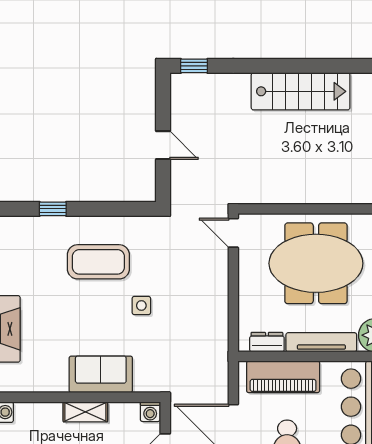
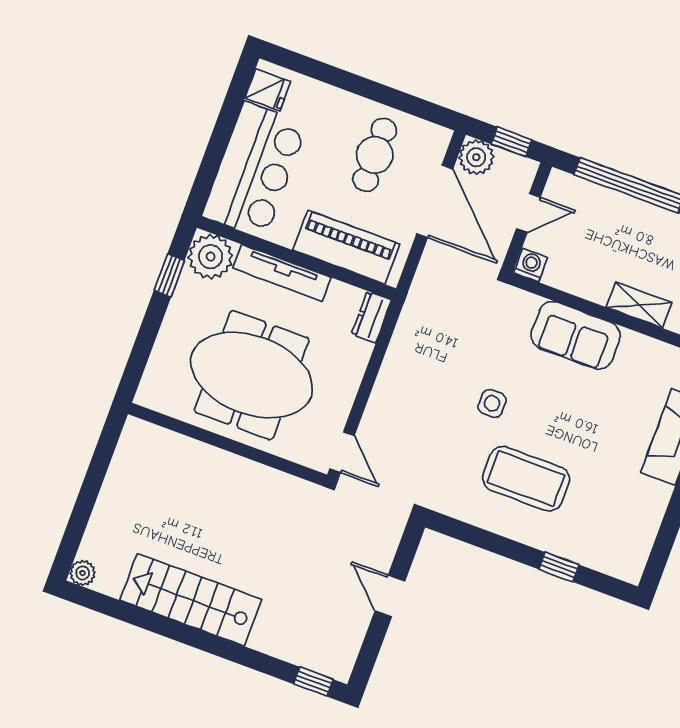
dresser: (267, 342) -> (372, 317), moved, turned 90
shelving: (85, 412) -> (639, 305), moved

